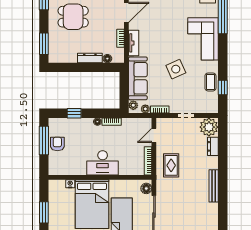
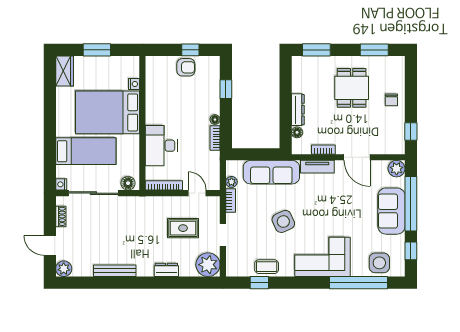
plant: (133, 105) -> (236, 166), removed
window: (44, 141) -> (190, 50), width x0.46
dresser: (213, 146) -> (166, 270), moved
desk: (103, 163) -> (161, 146), moved
rug: (171, 165) -> (183, 228), moved
bench: (214, 186) -> (115, 271), moved

